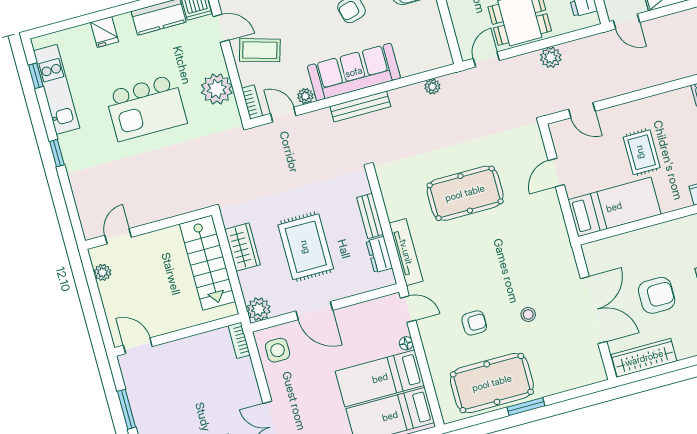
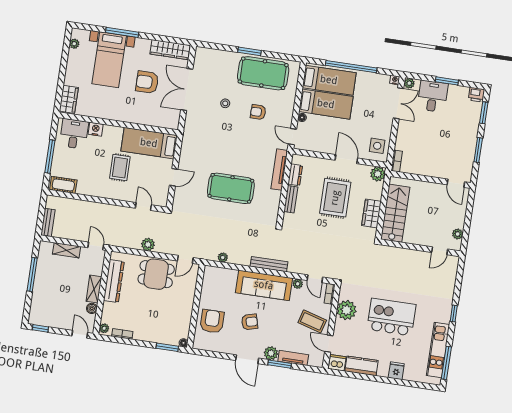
window: (36, 76) -> (446, 363), width x2.17

